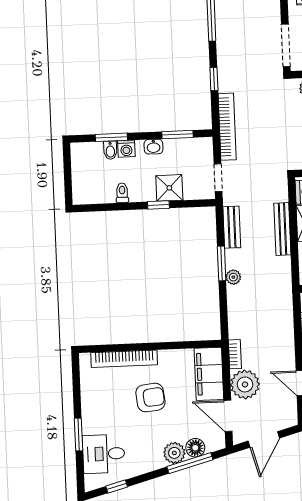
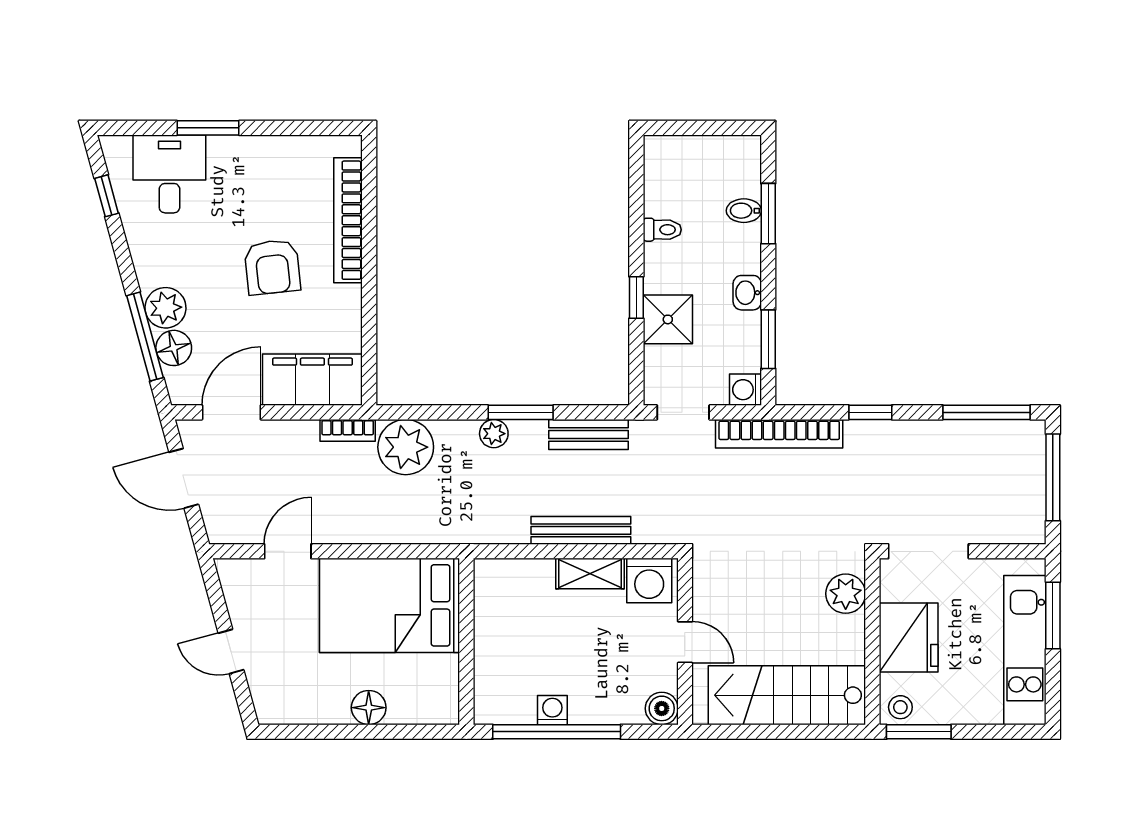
washing machine: (126, 149) -> (745, 390), moved
plant: (245, 384) -> (406, 447), moved

